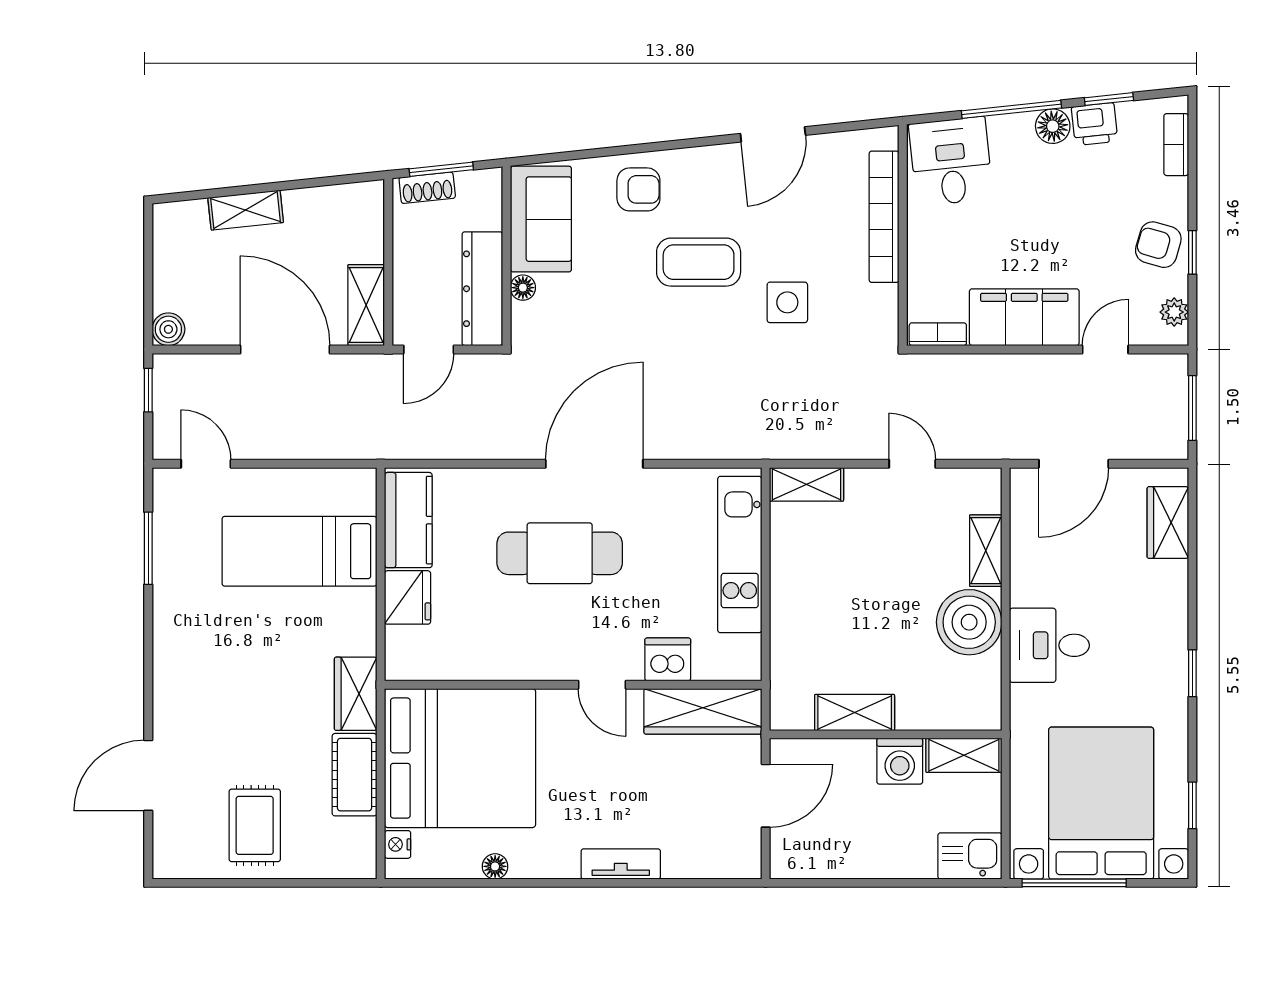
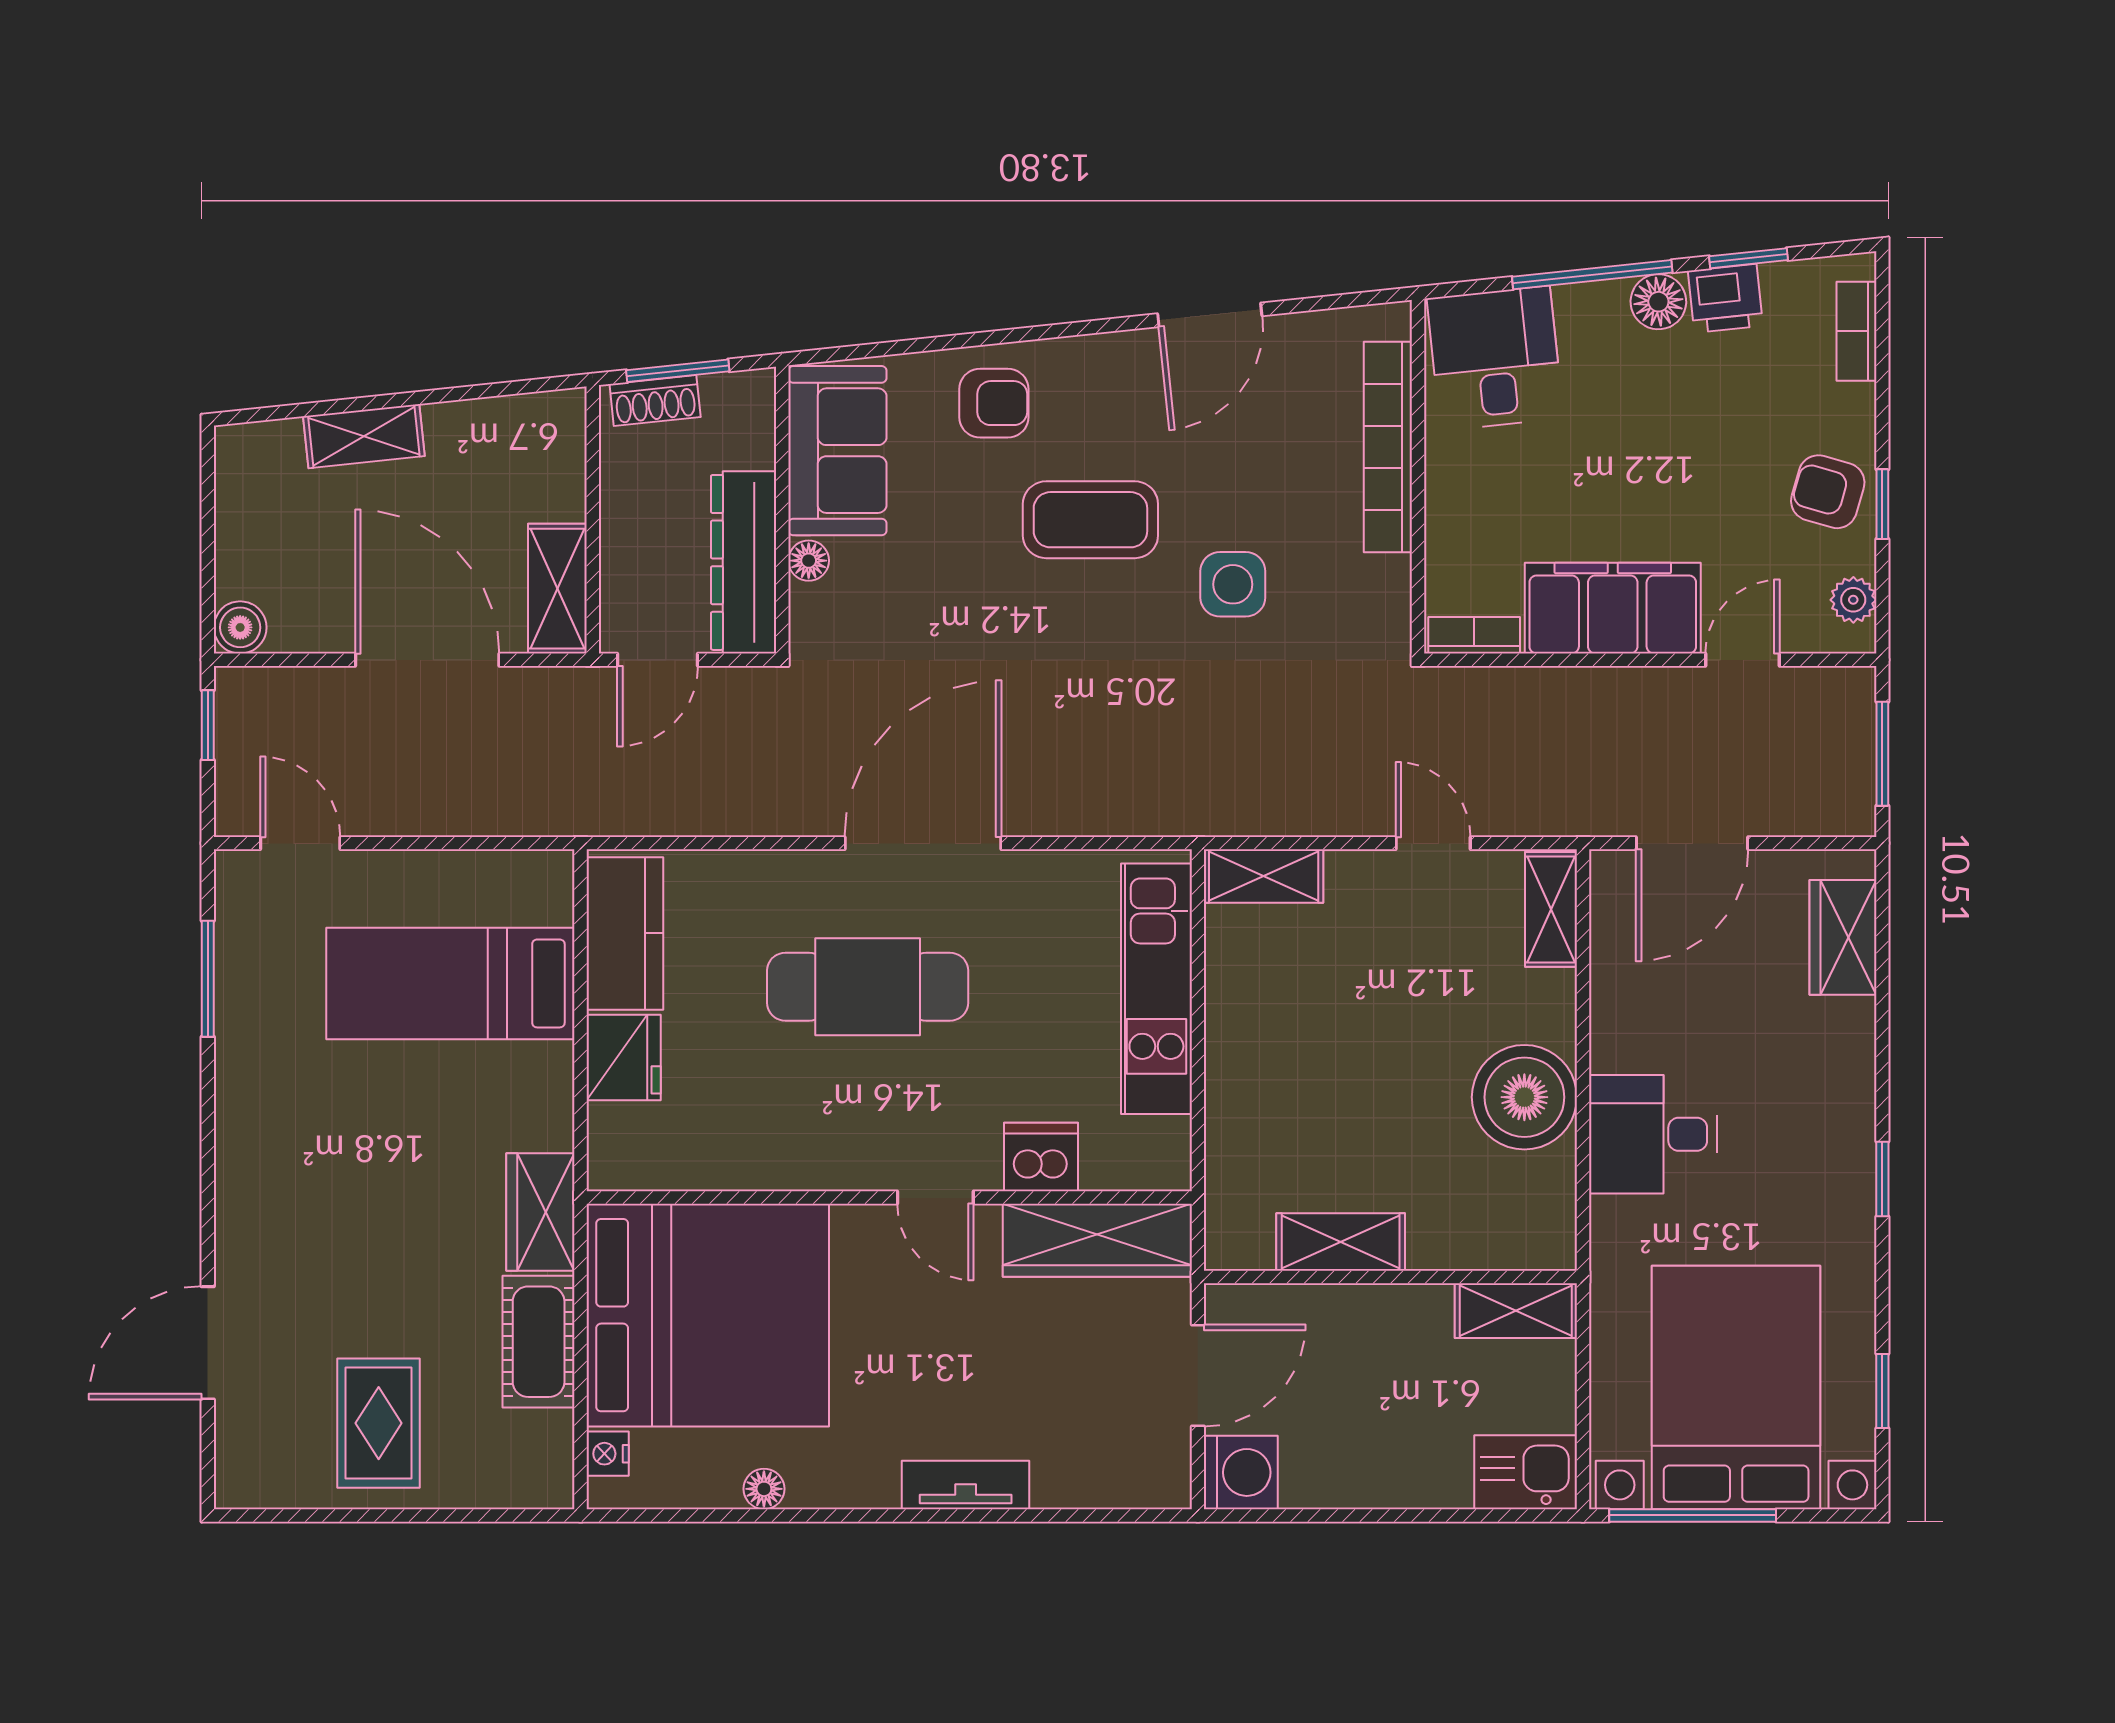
shelving: (986, 551) -> (1551, 909), moved
washing machine: (900, 761) -> (1241, 1472), moved, turned -90

